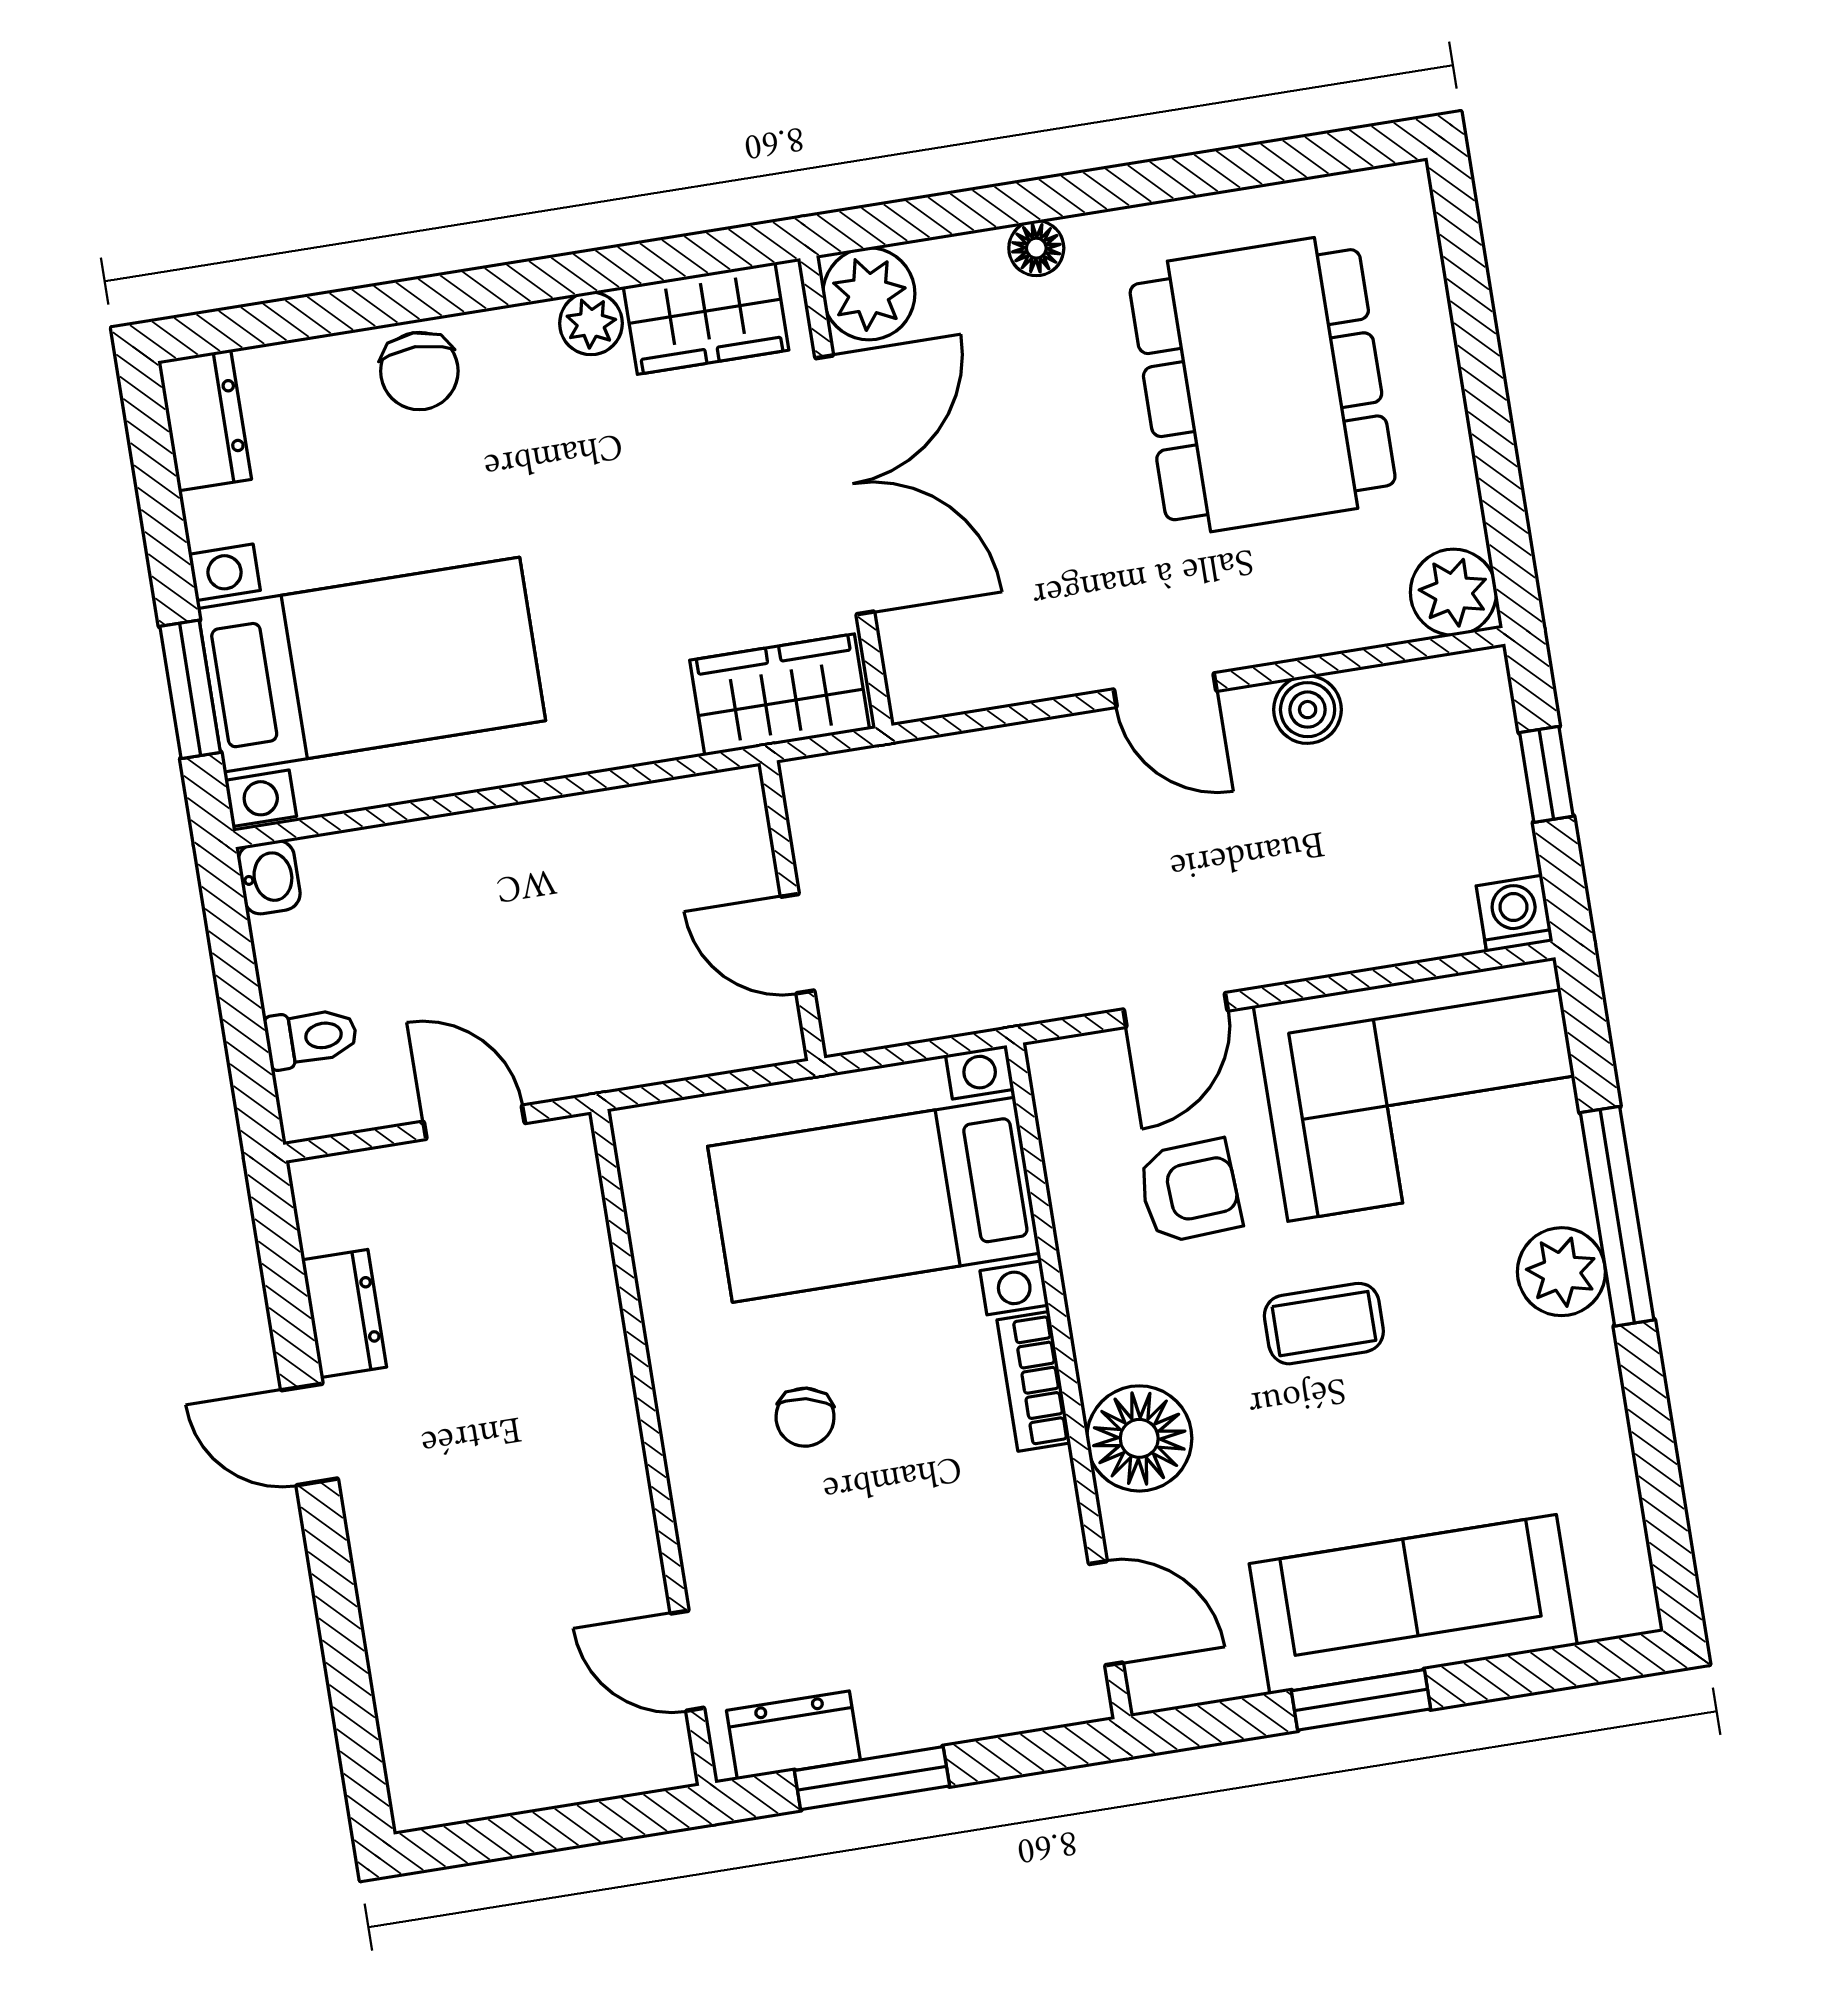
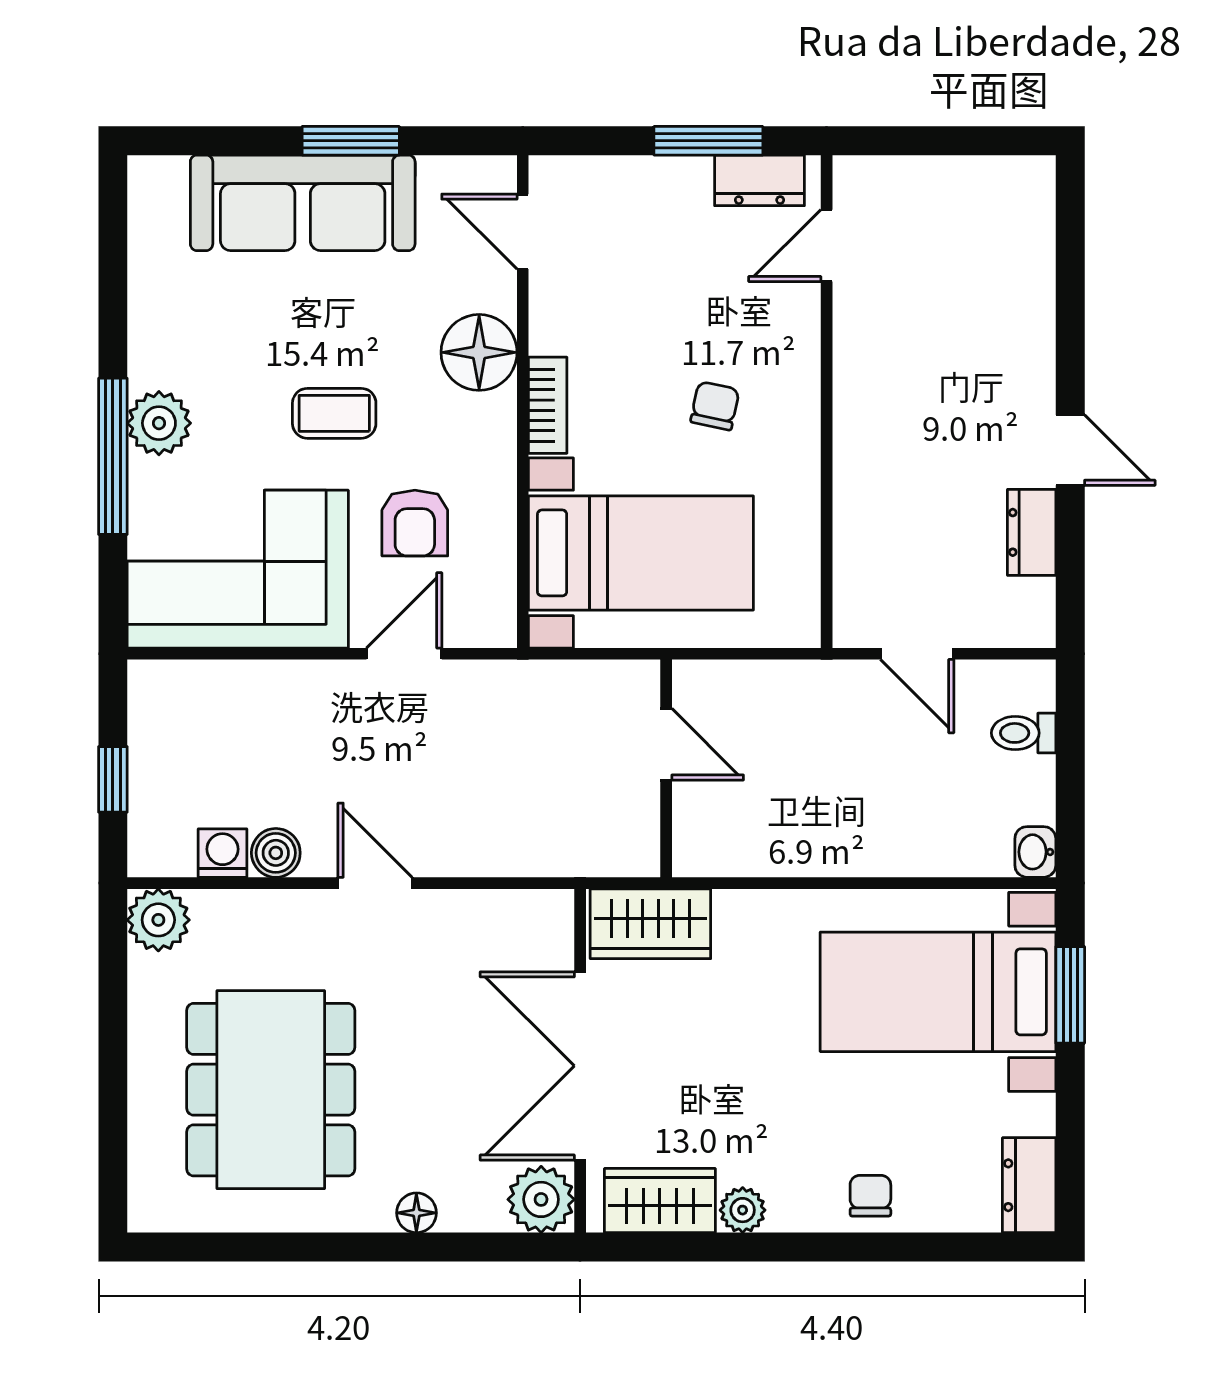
chair: (419, 371) -> (870, 1196), width x0.73, depth x0.73
washing machine: (1515, 914) -> (223, 853), moved, turned 180
armchair: (1190, 1191) -> (415, 523), turned -87
door: (687, 1661) -> (827, 246), swing flipped

